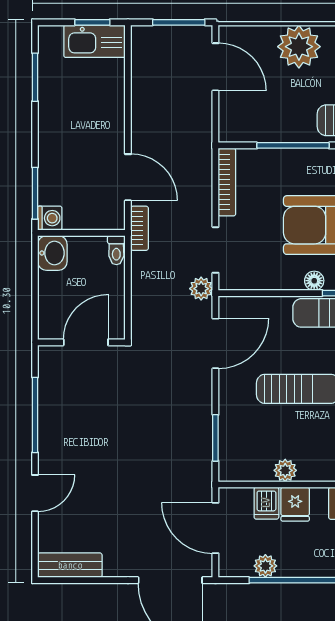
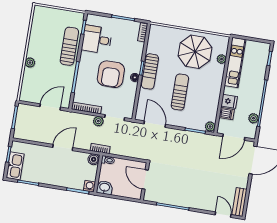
kitchen sink: (95, 41) -> (15, 166), moved
plant: (299, 47) -> (30, 63), width x0.53, depth x0.53
door: (215, 67) -> (50, 107), moved
door: (128, 177) -> (63, 148), moved
boiler: (113, 218) -> (94, 159), added
plant: (201, 289) -> (98, 121), moved
plant: (285, 470) -> (210, 127), moved
door: (35, 493) -> (223, 215), moved

